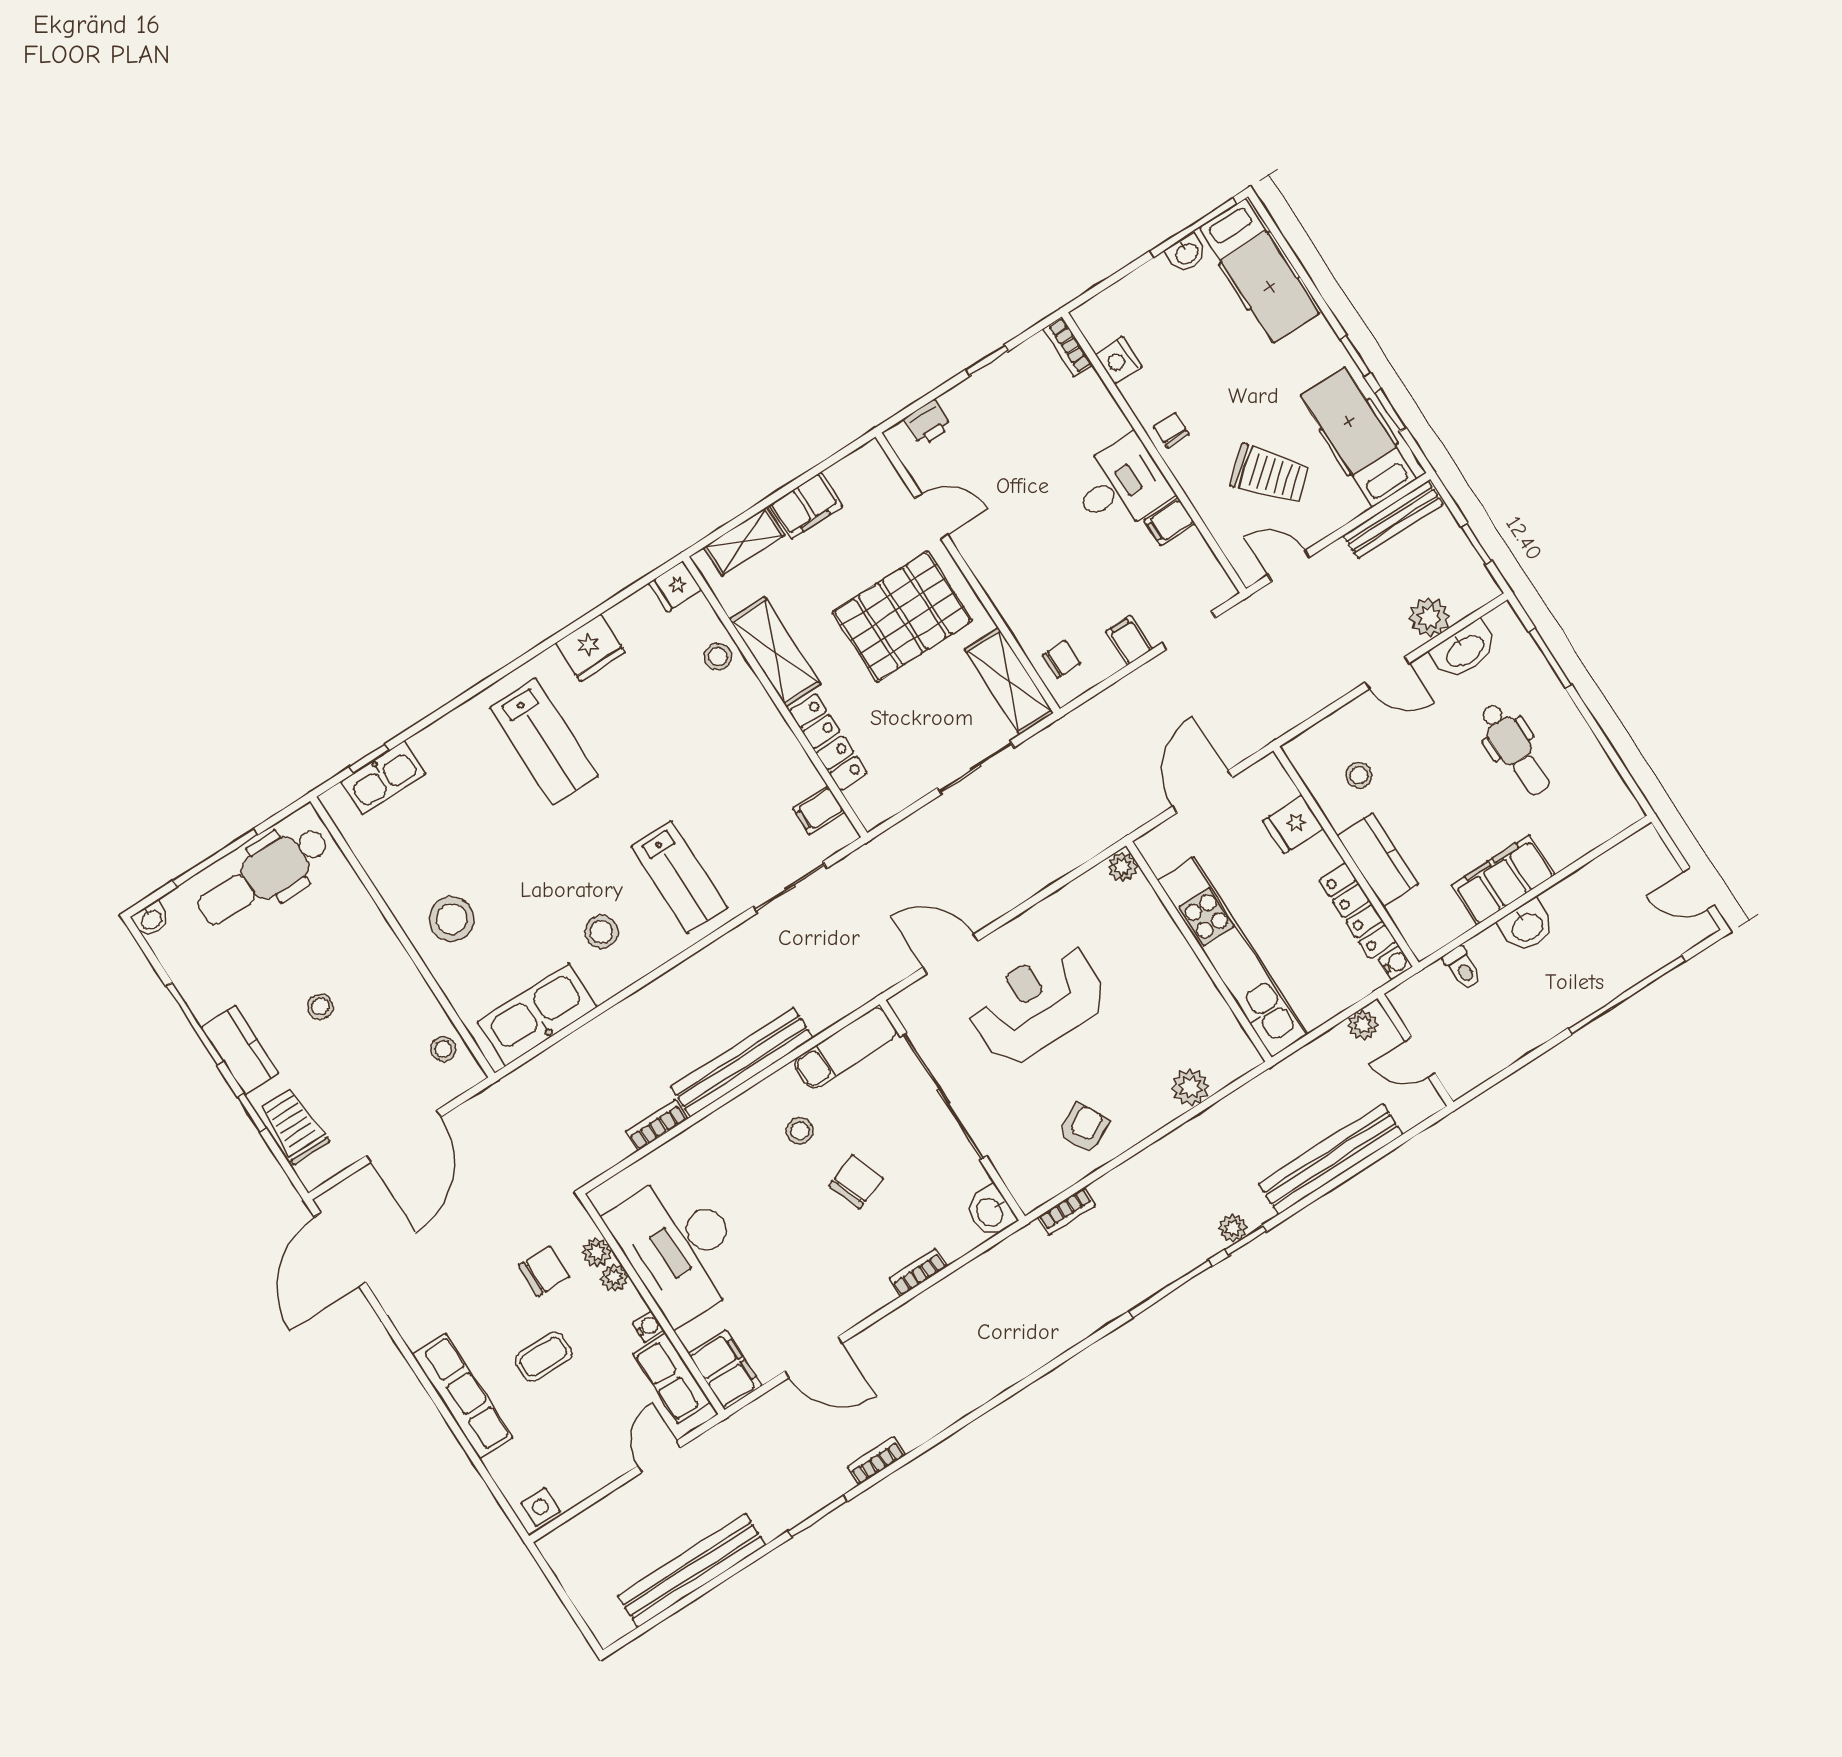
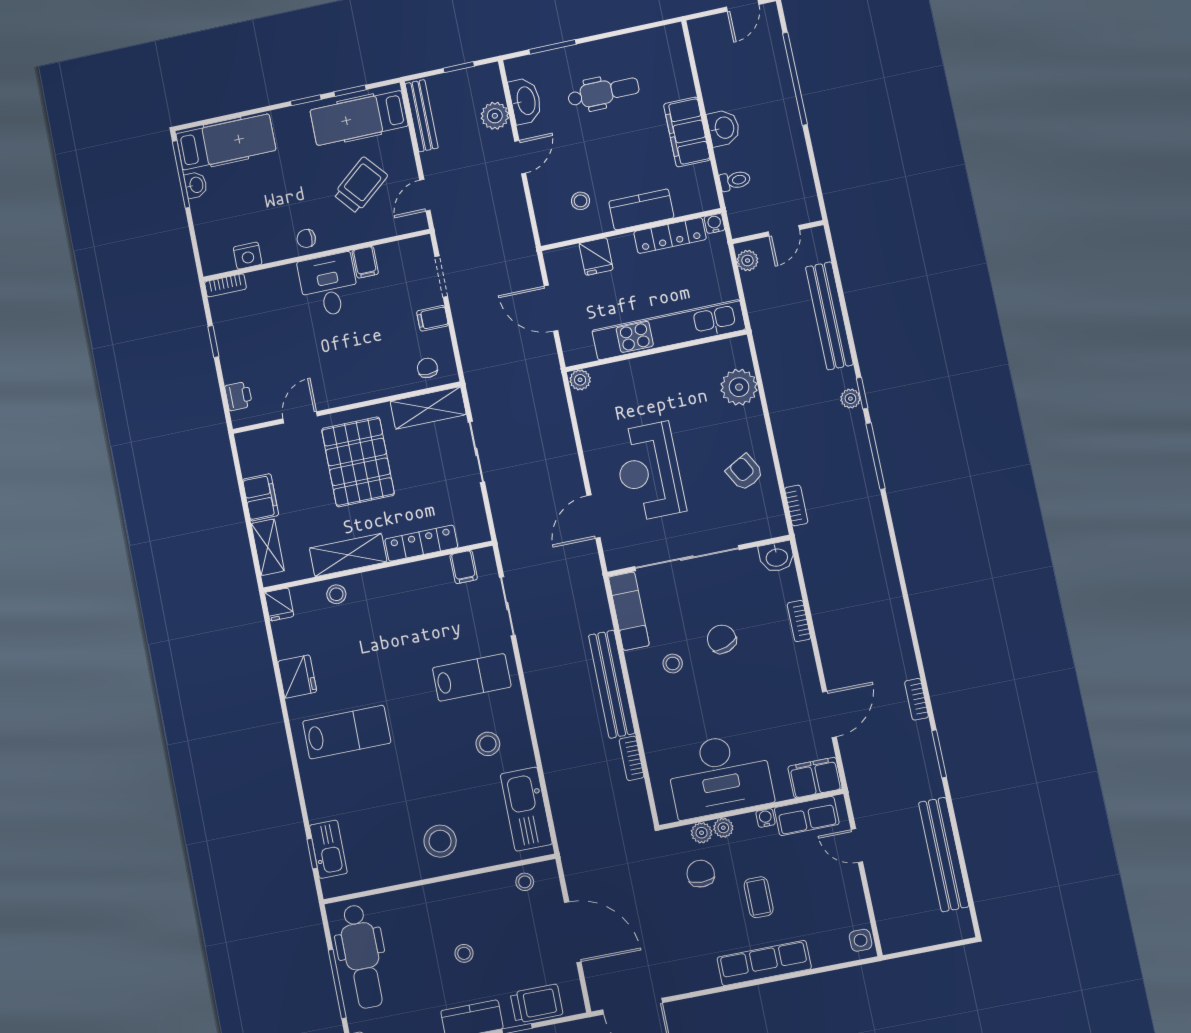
plant: (1190, 1087) -> (739, 387), width x1.36, depth x1.36
trolley: (294, 1125) -> (537, 1004), turned 180

